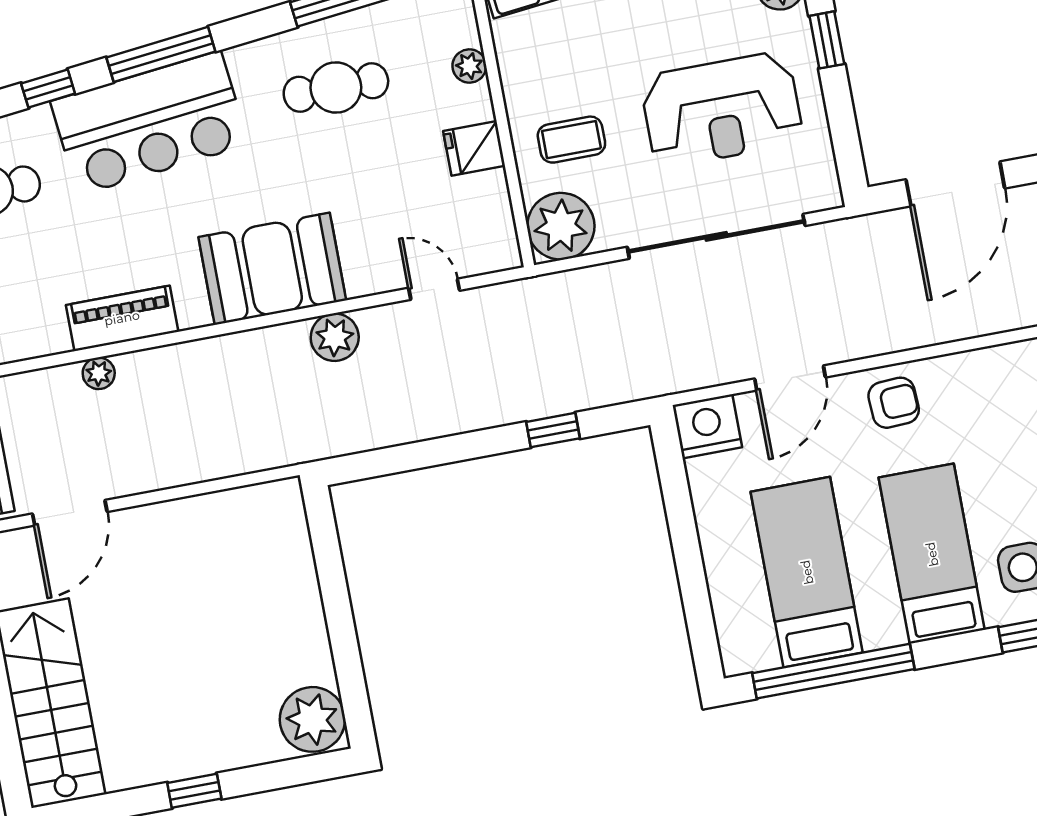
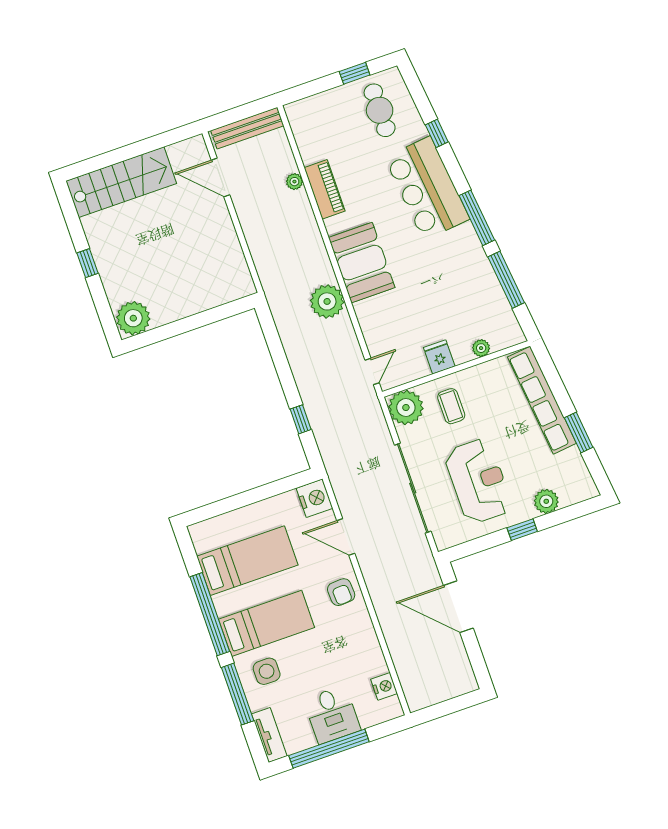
window: (161, 54) -> (477, 218), moved
cafe table: (336, 88) -> (460, 281), removed
reception desk: (722, 110) -> (478, 481), turned 180
door: (434, 289) -> (372, 371), moved
plant: (335, 337) -> (327, 301), width x1.36, depth x1.36
window: (833, 671) -> (210, 614), moved

